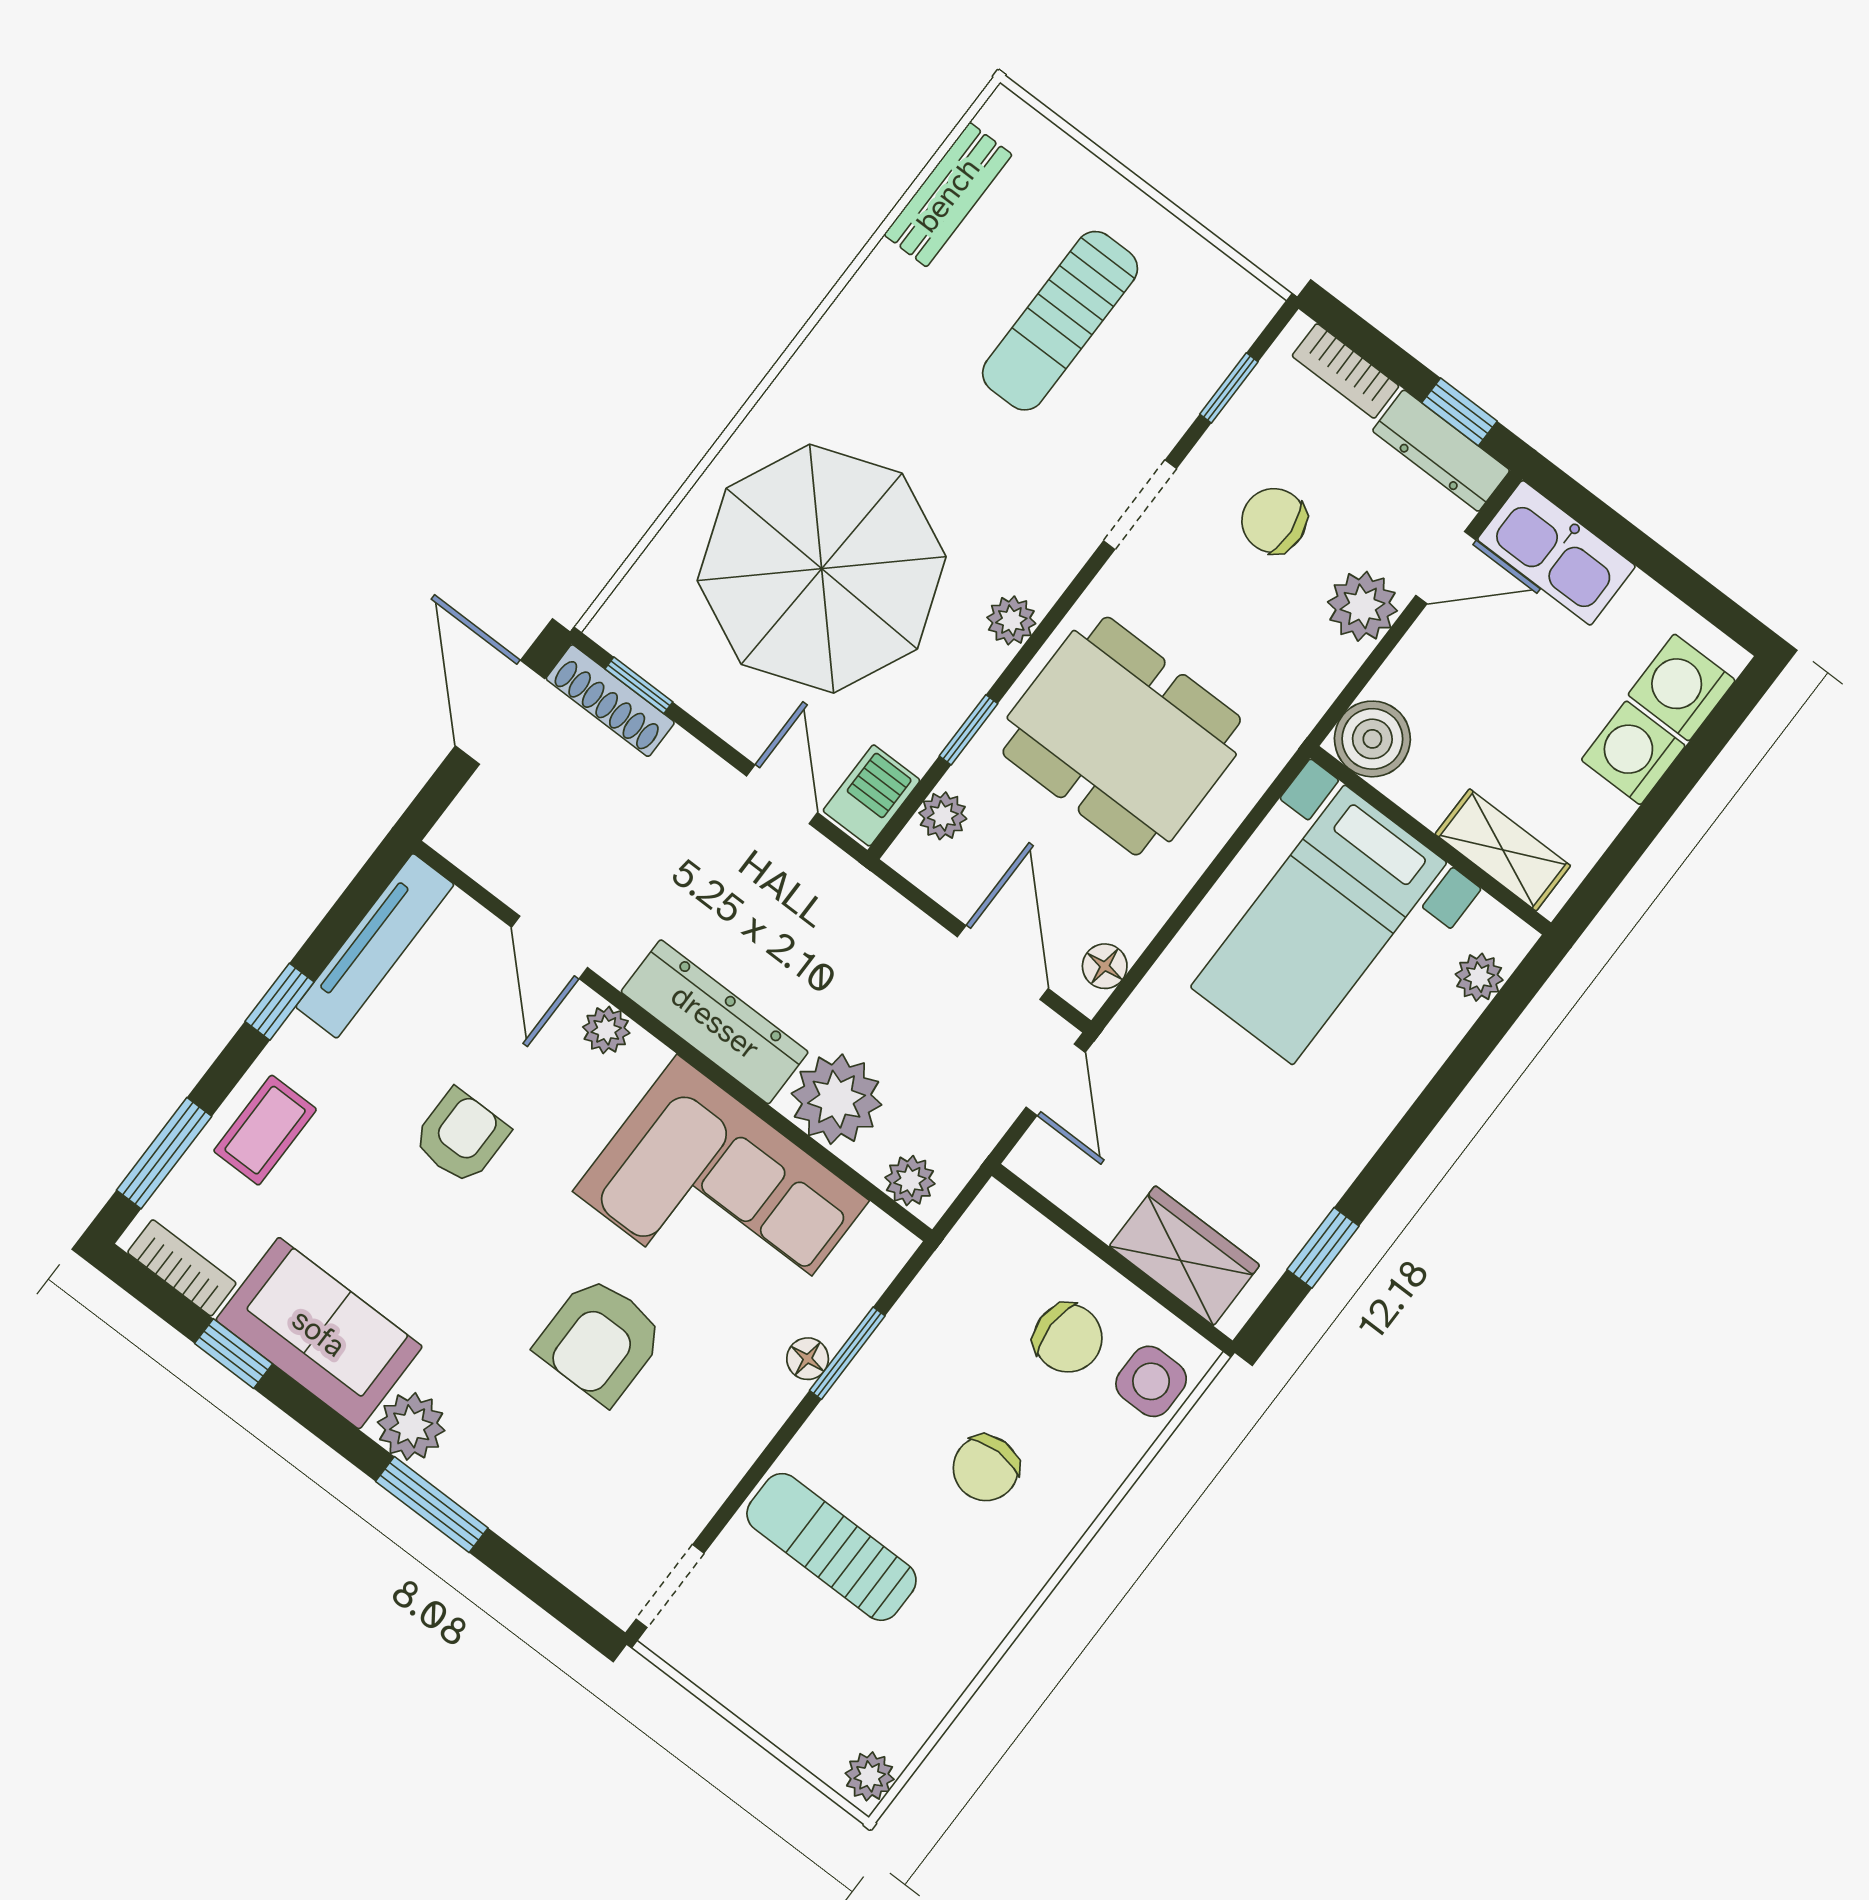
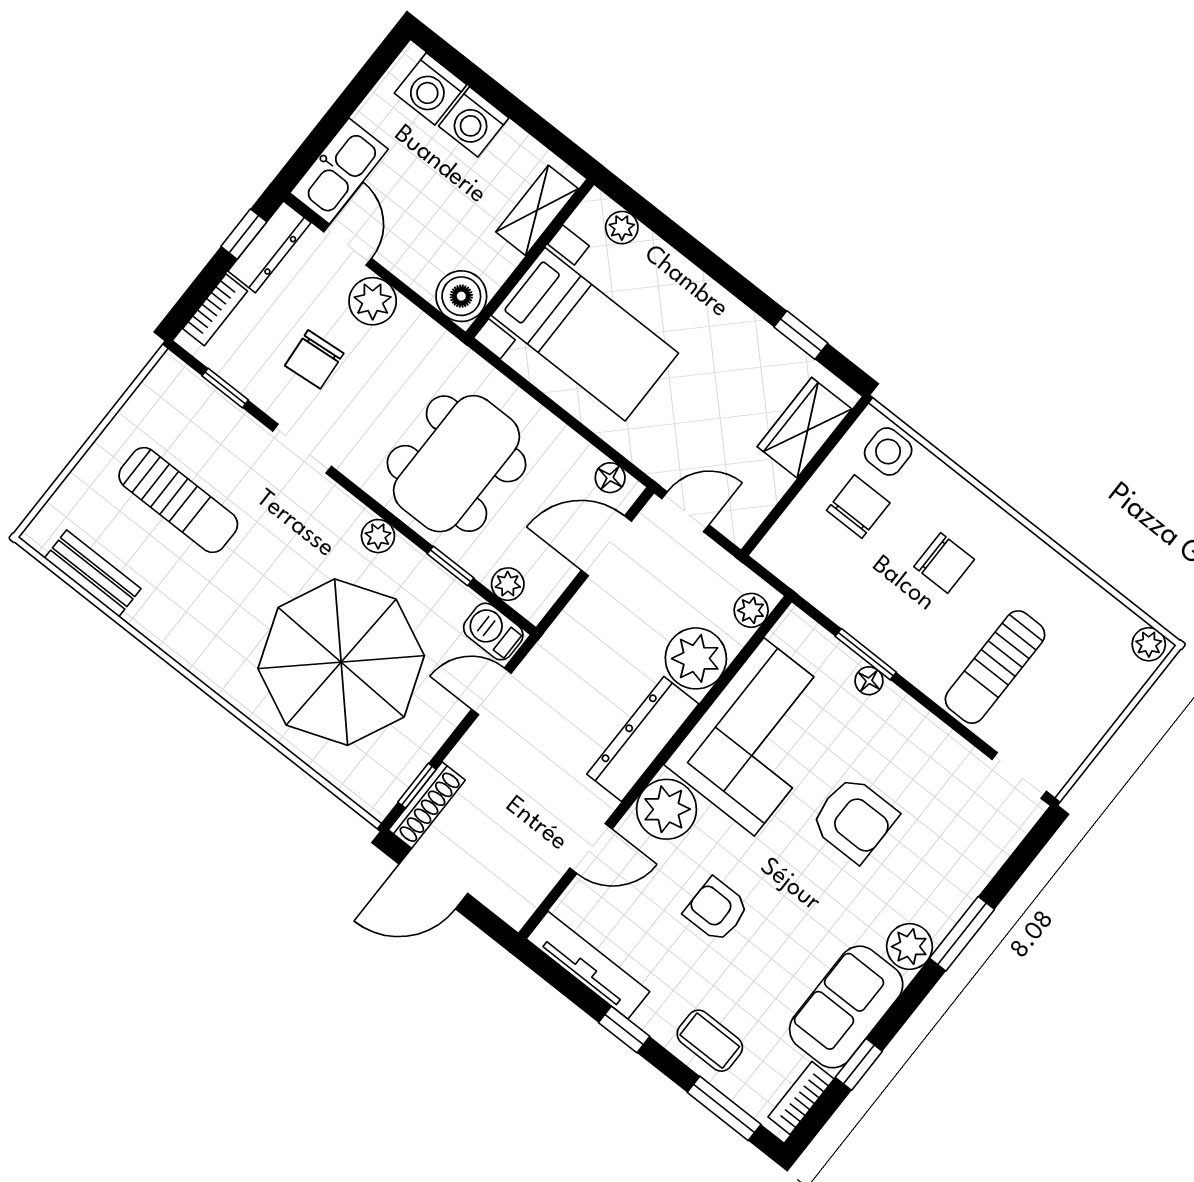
plant: (606, 1030) -> (667, 809), width x1.87, depth x1.87

